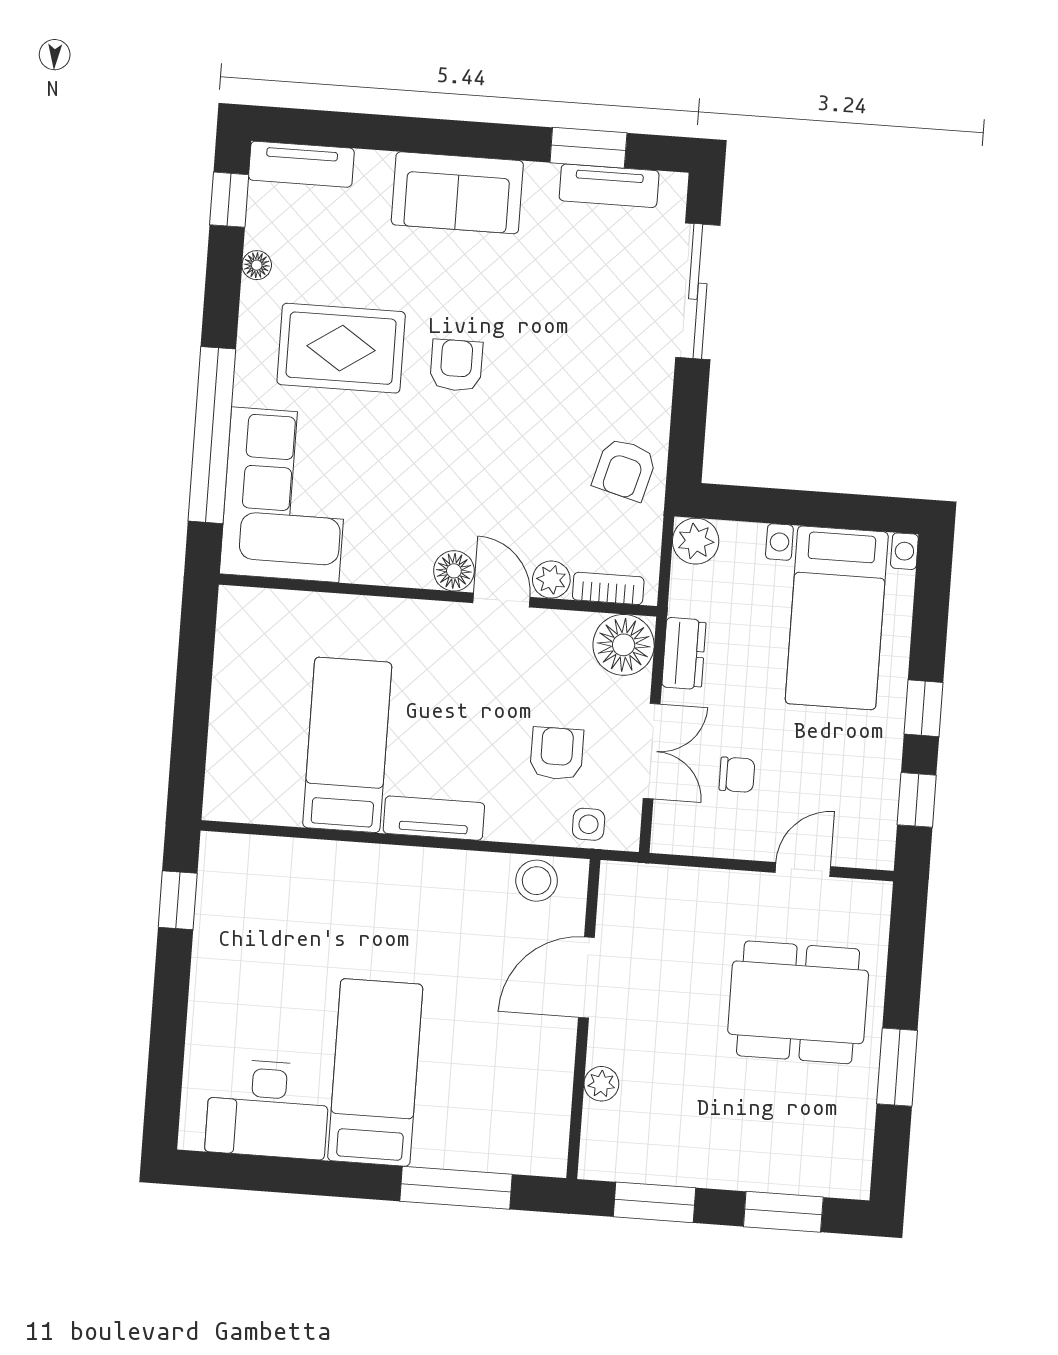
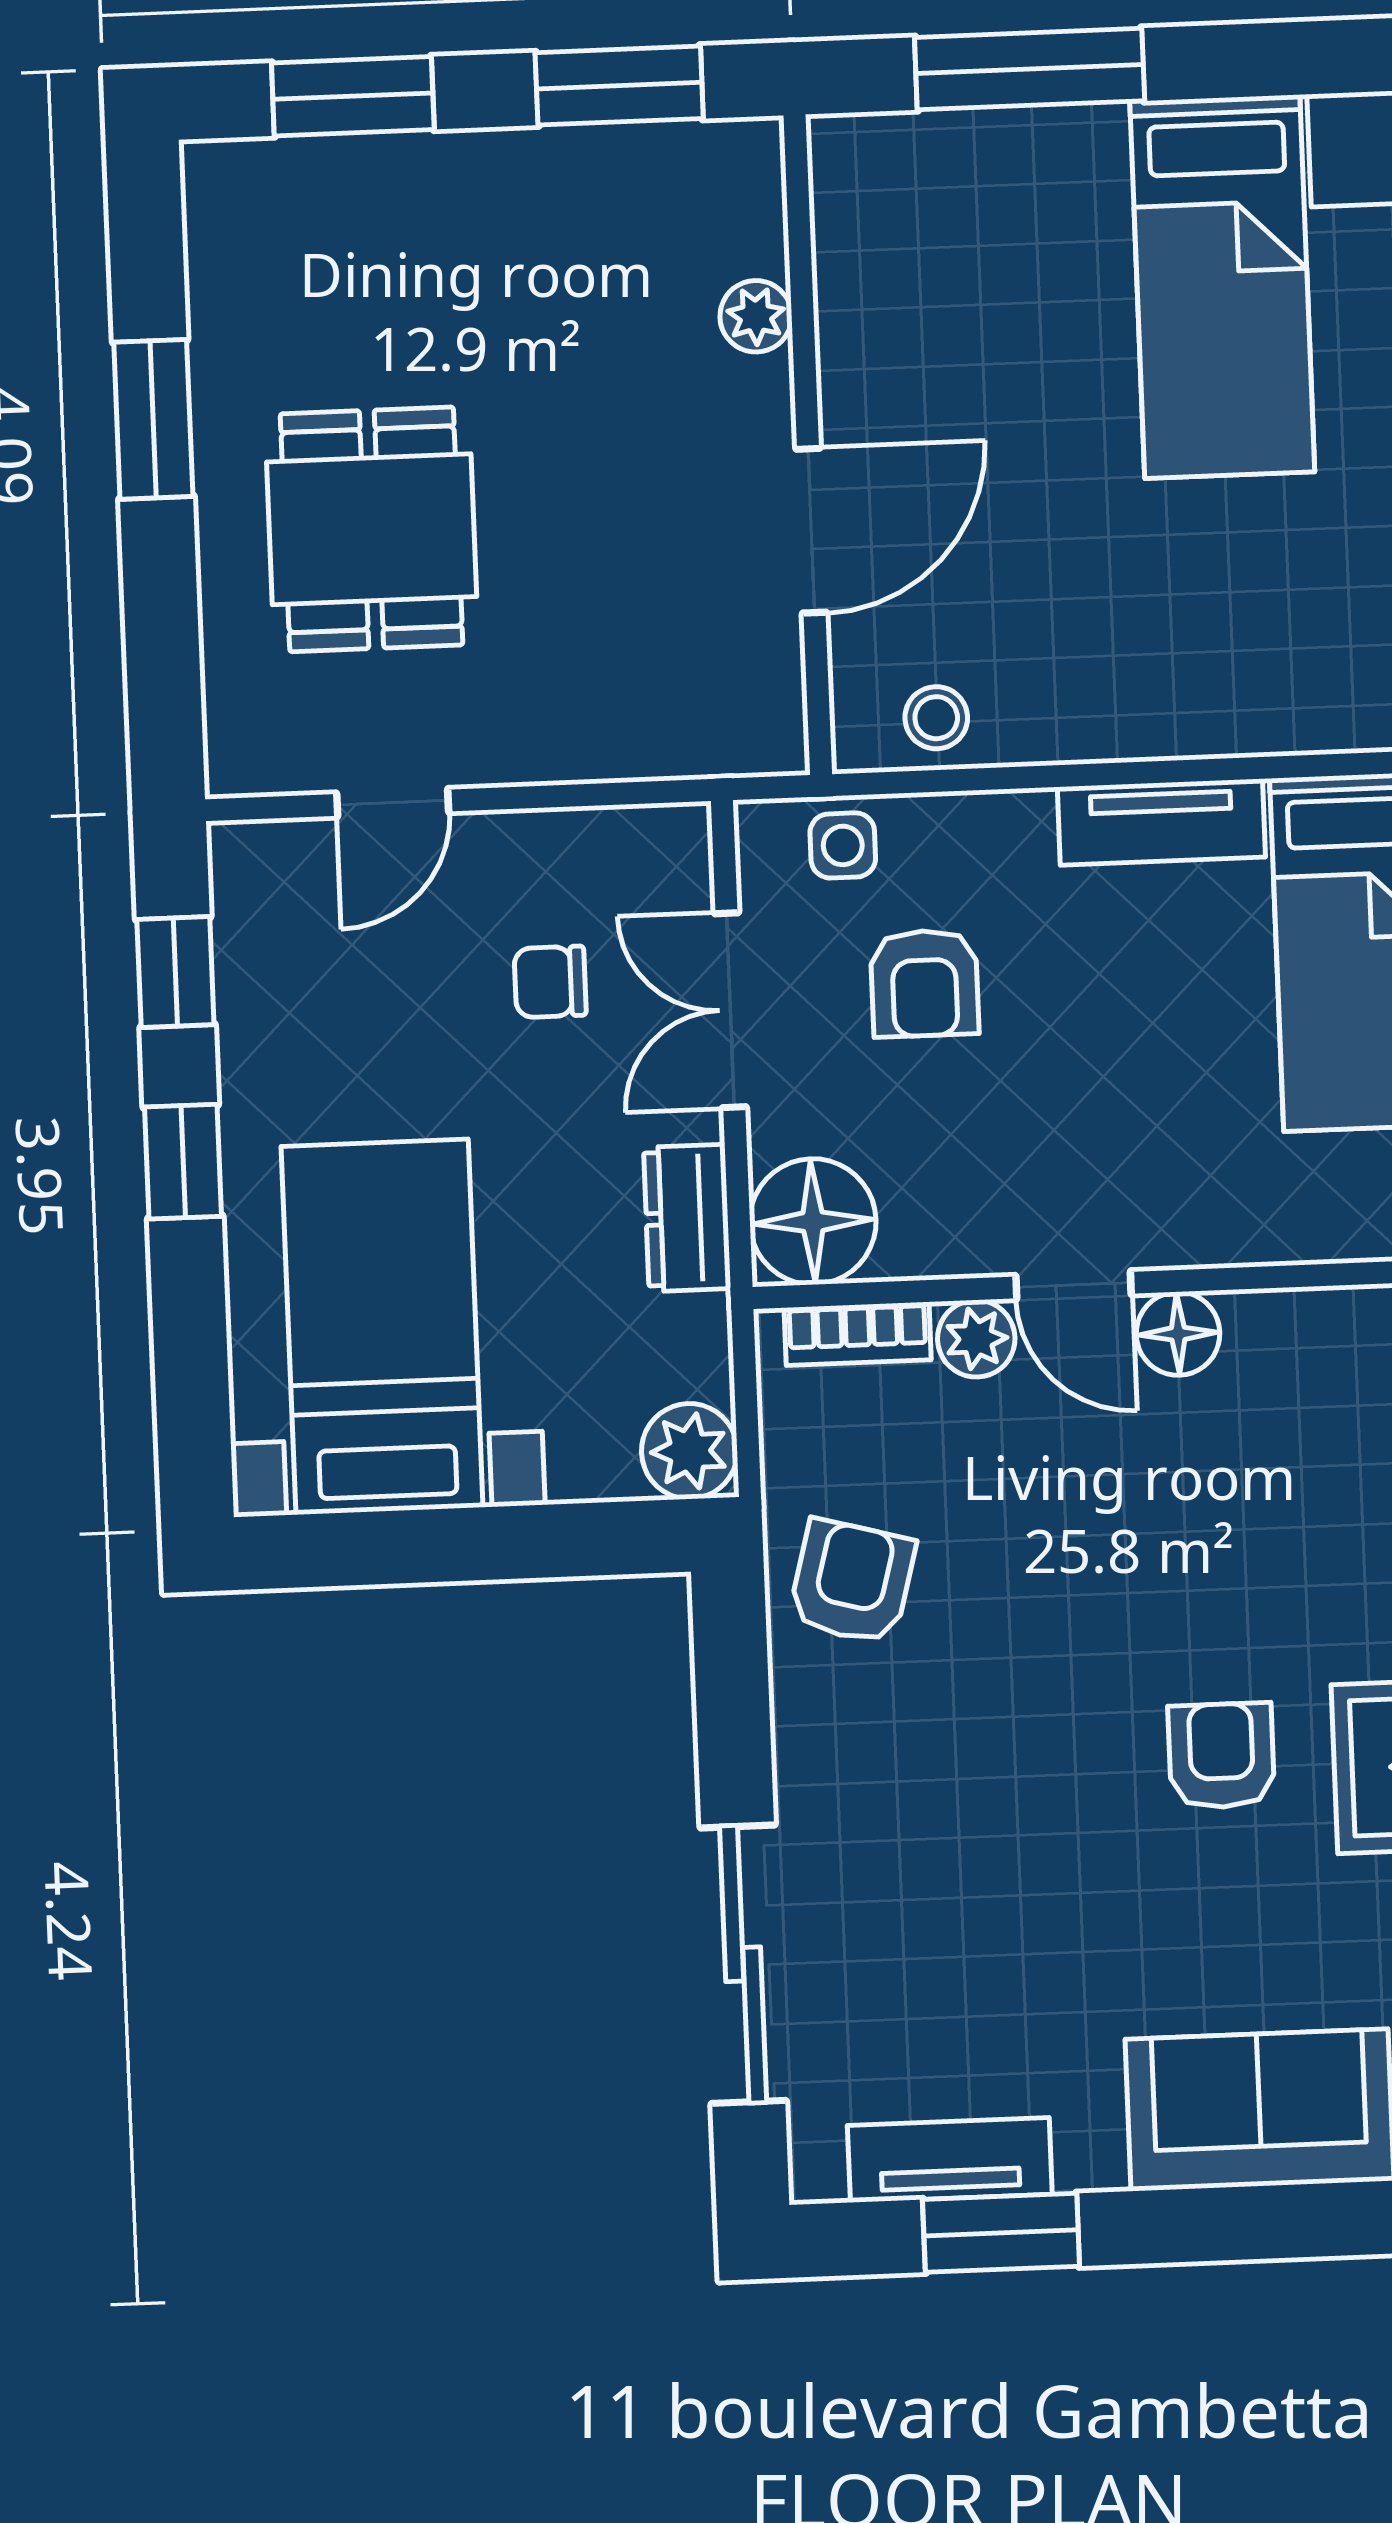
armchair: (456, 365) -> (1221, 1756), turned 180
stool: (537, 881) -> (936, 718), width x0.73, depth x0.73
dining table: (798, 1002) -> (372, 529), width x0.73

